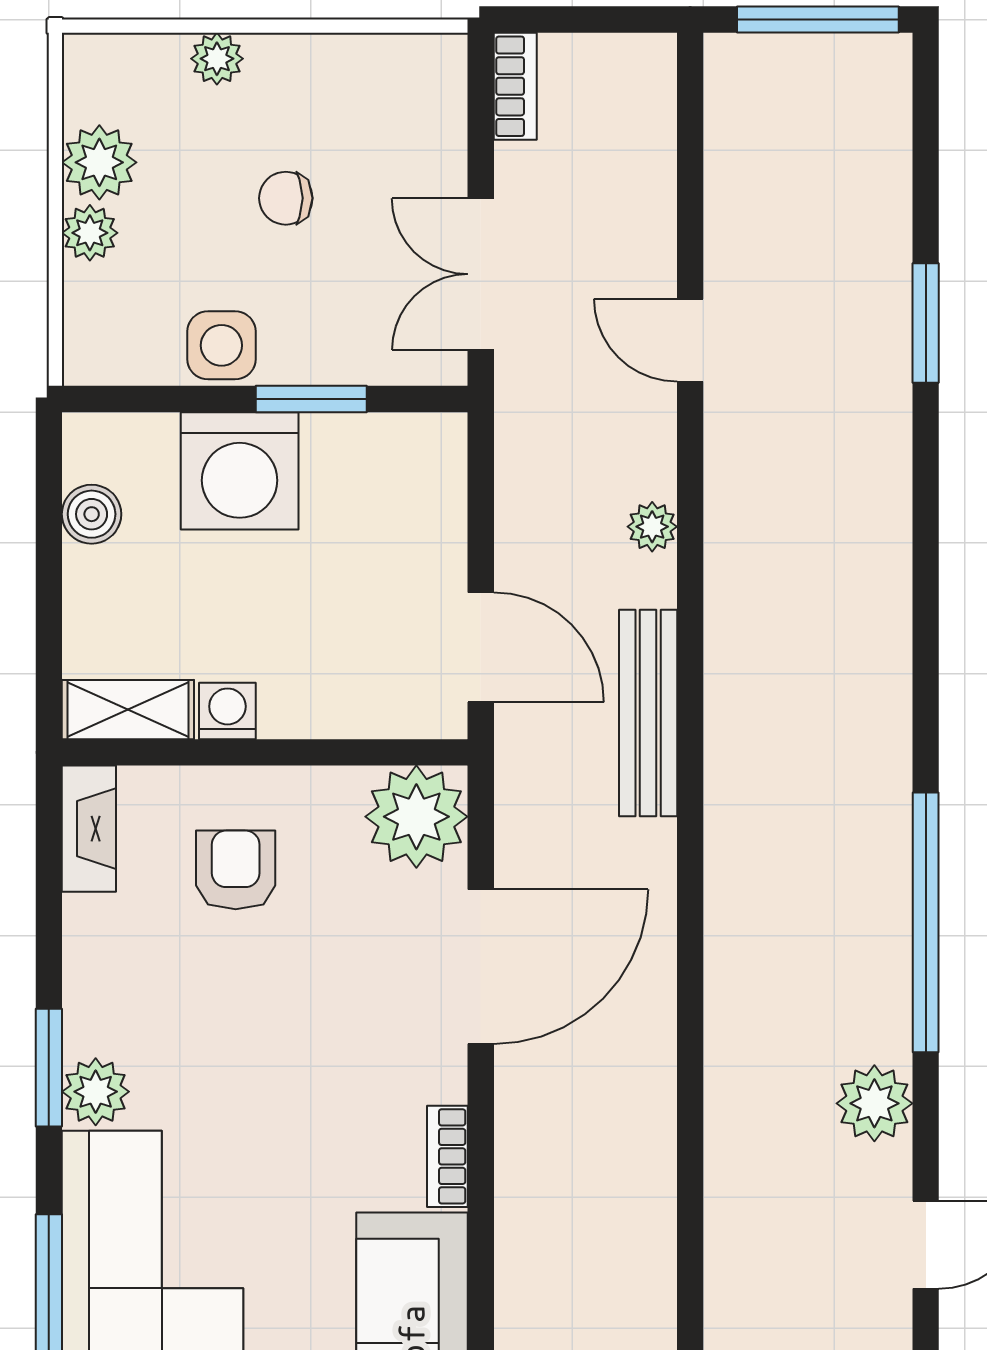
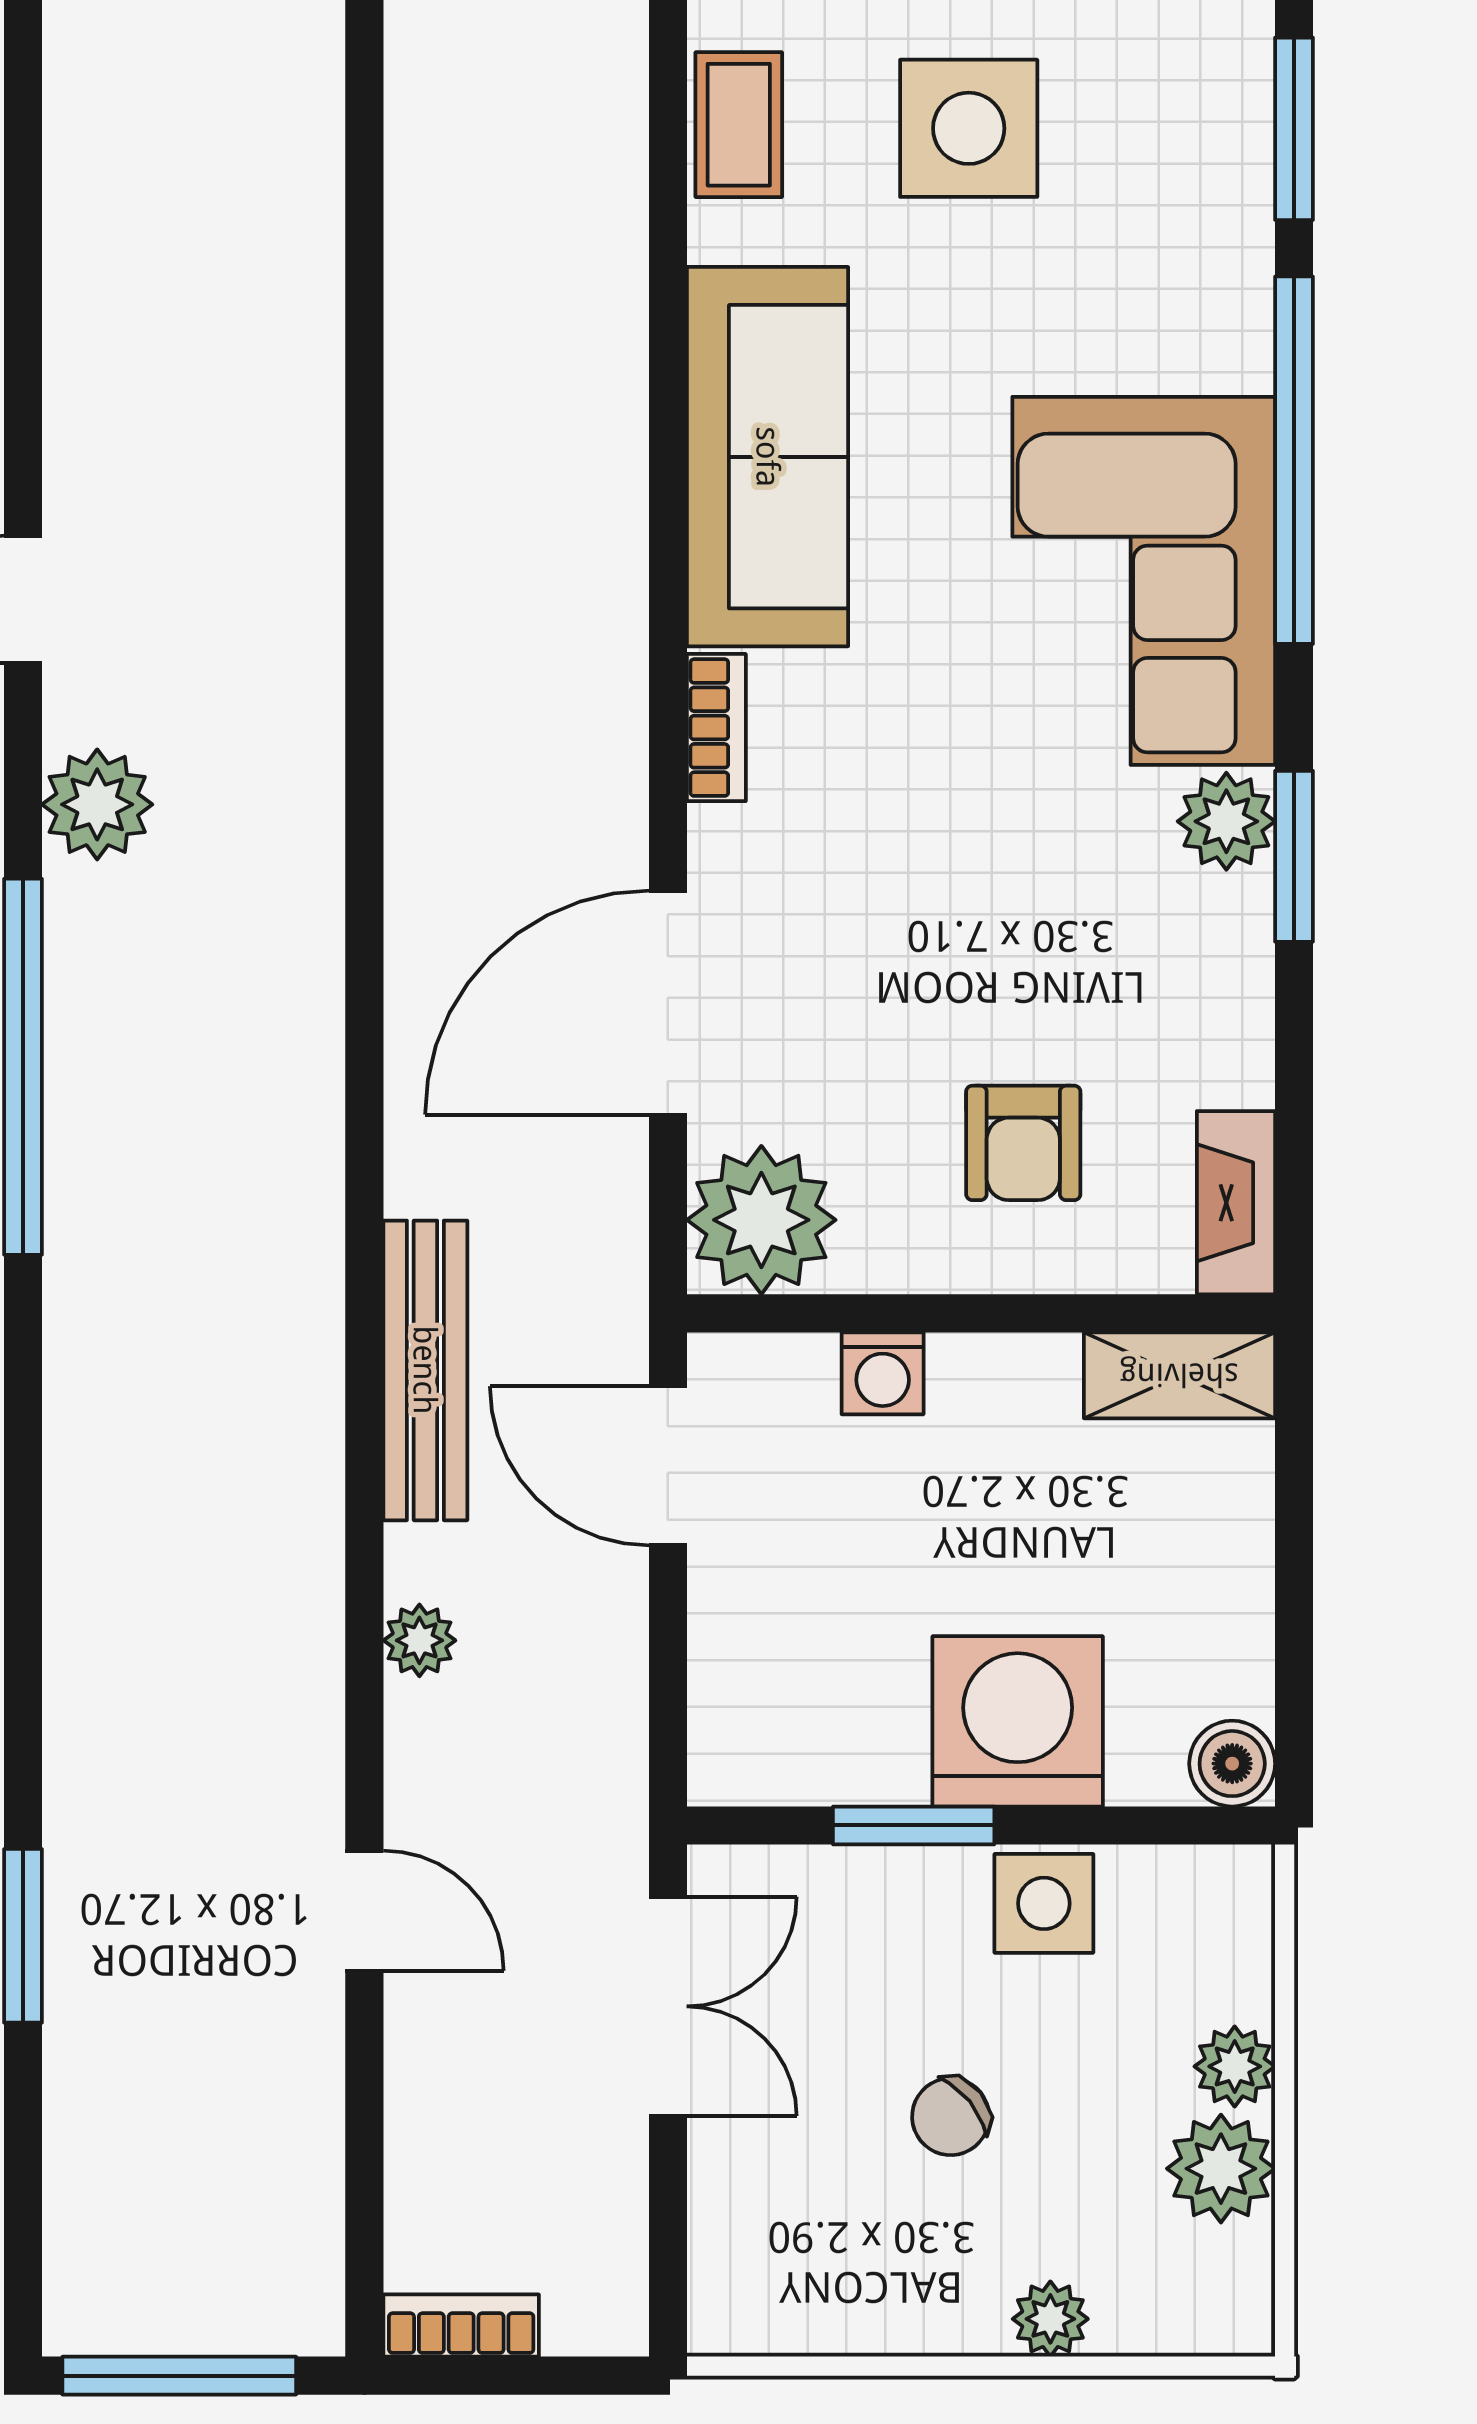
bookcase: (515, 86) -> (461, 2326), moved, turned 90
chair: (286, 198) -> (951, 2117), turned 141
boiler: (92, 514) -> (1232, 1764), moved
washing machine: (227, 711) -> (883, 1373), moved

